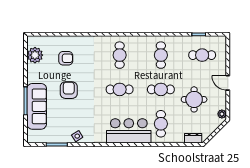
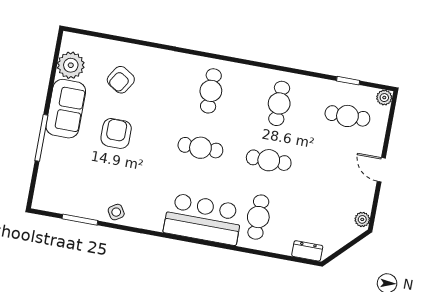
plant: (222, 40) -> (384, 98), added
armchair: (66, 58) -> (121, 80), turned 122
round table: (194, 99) -> (321, 187), removed
sofa: (37, 106) -> (66, 109), moved, width x0.73

